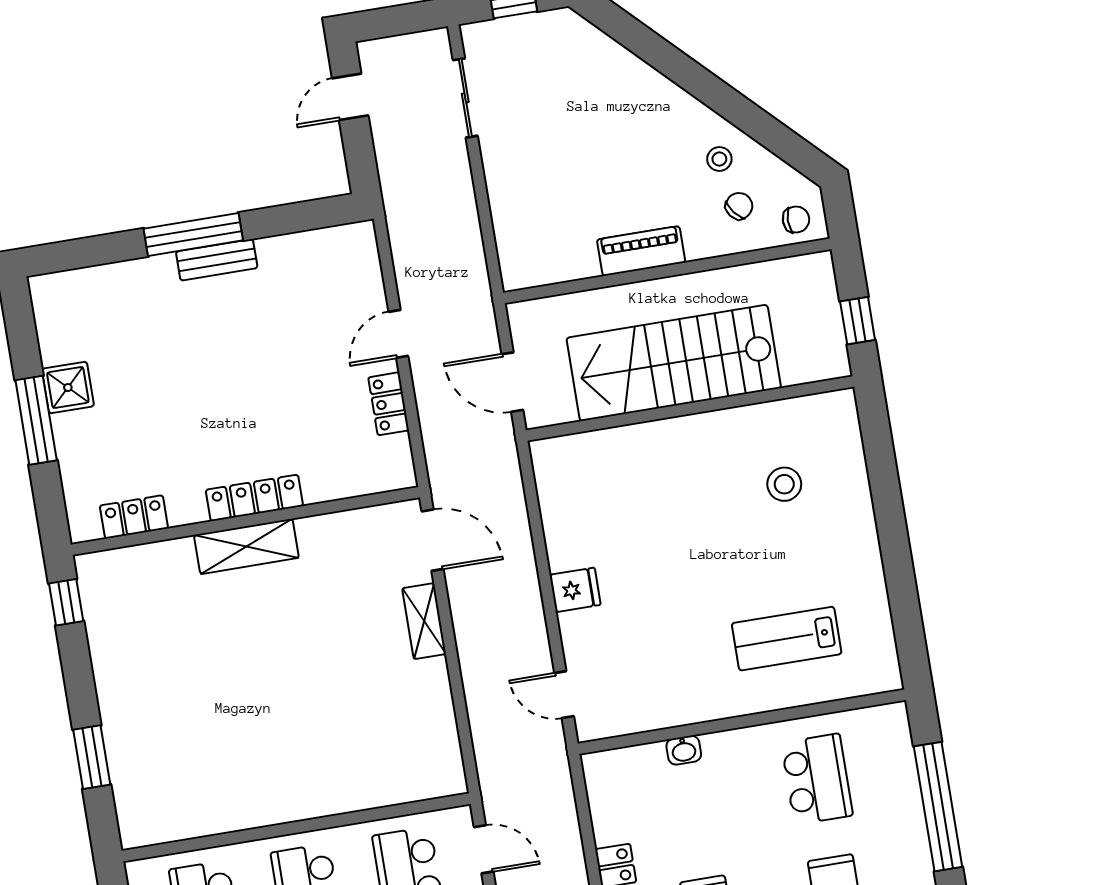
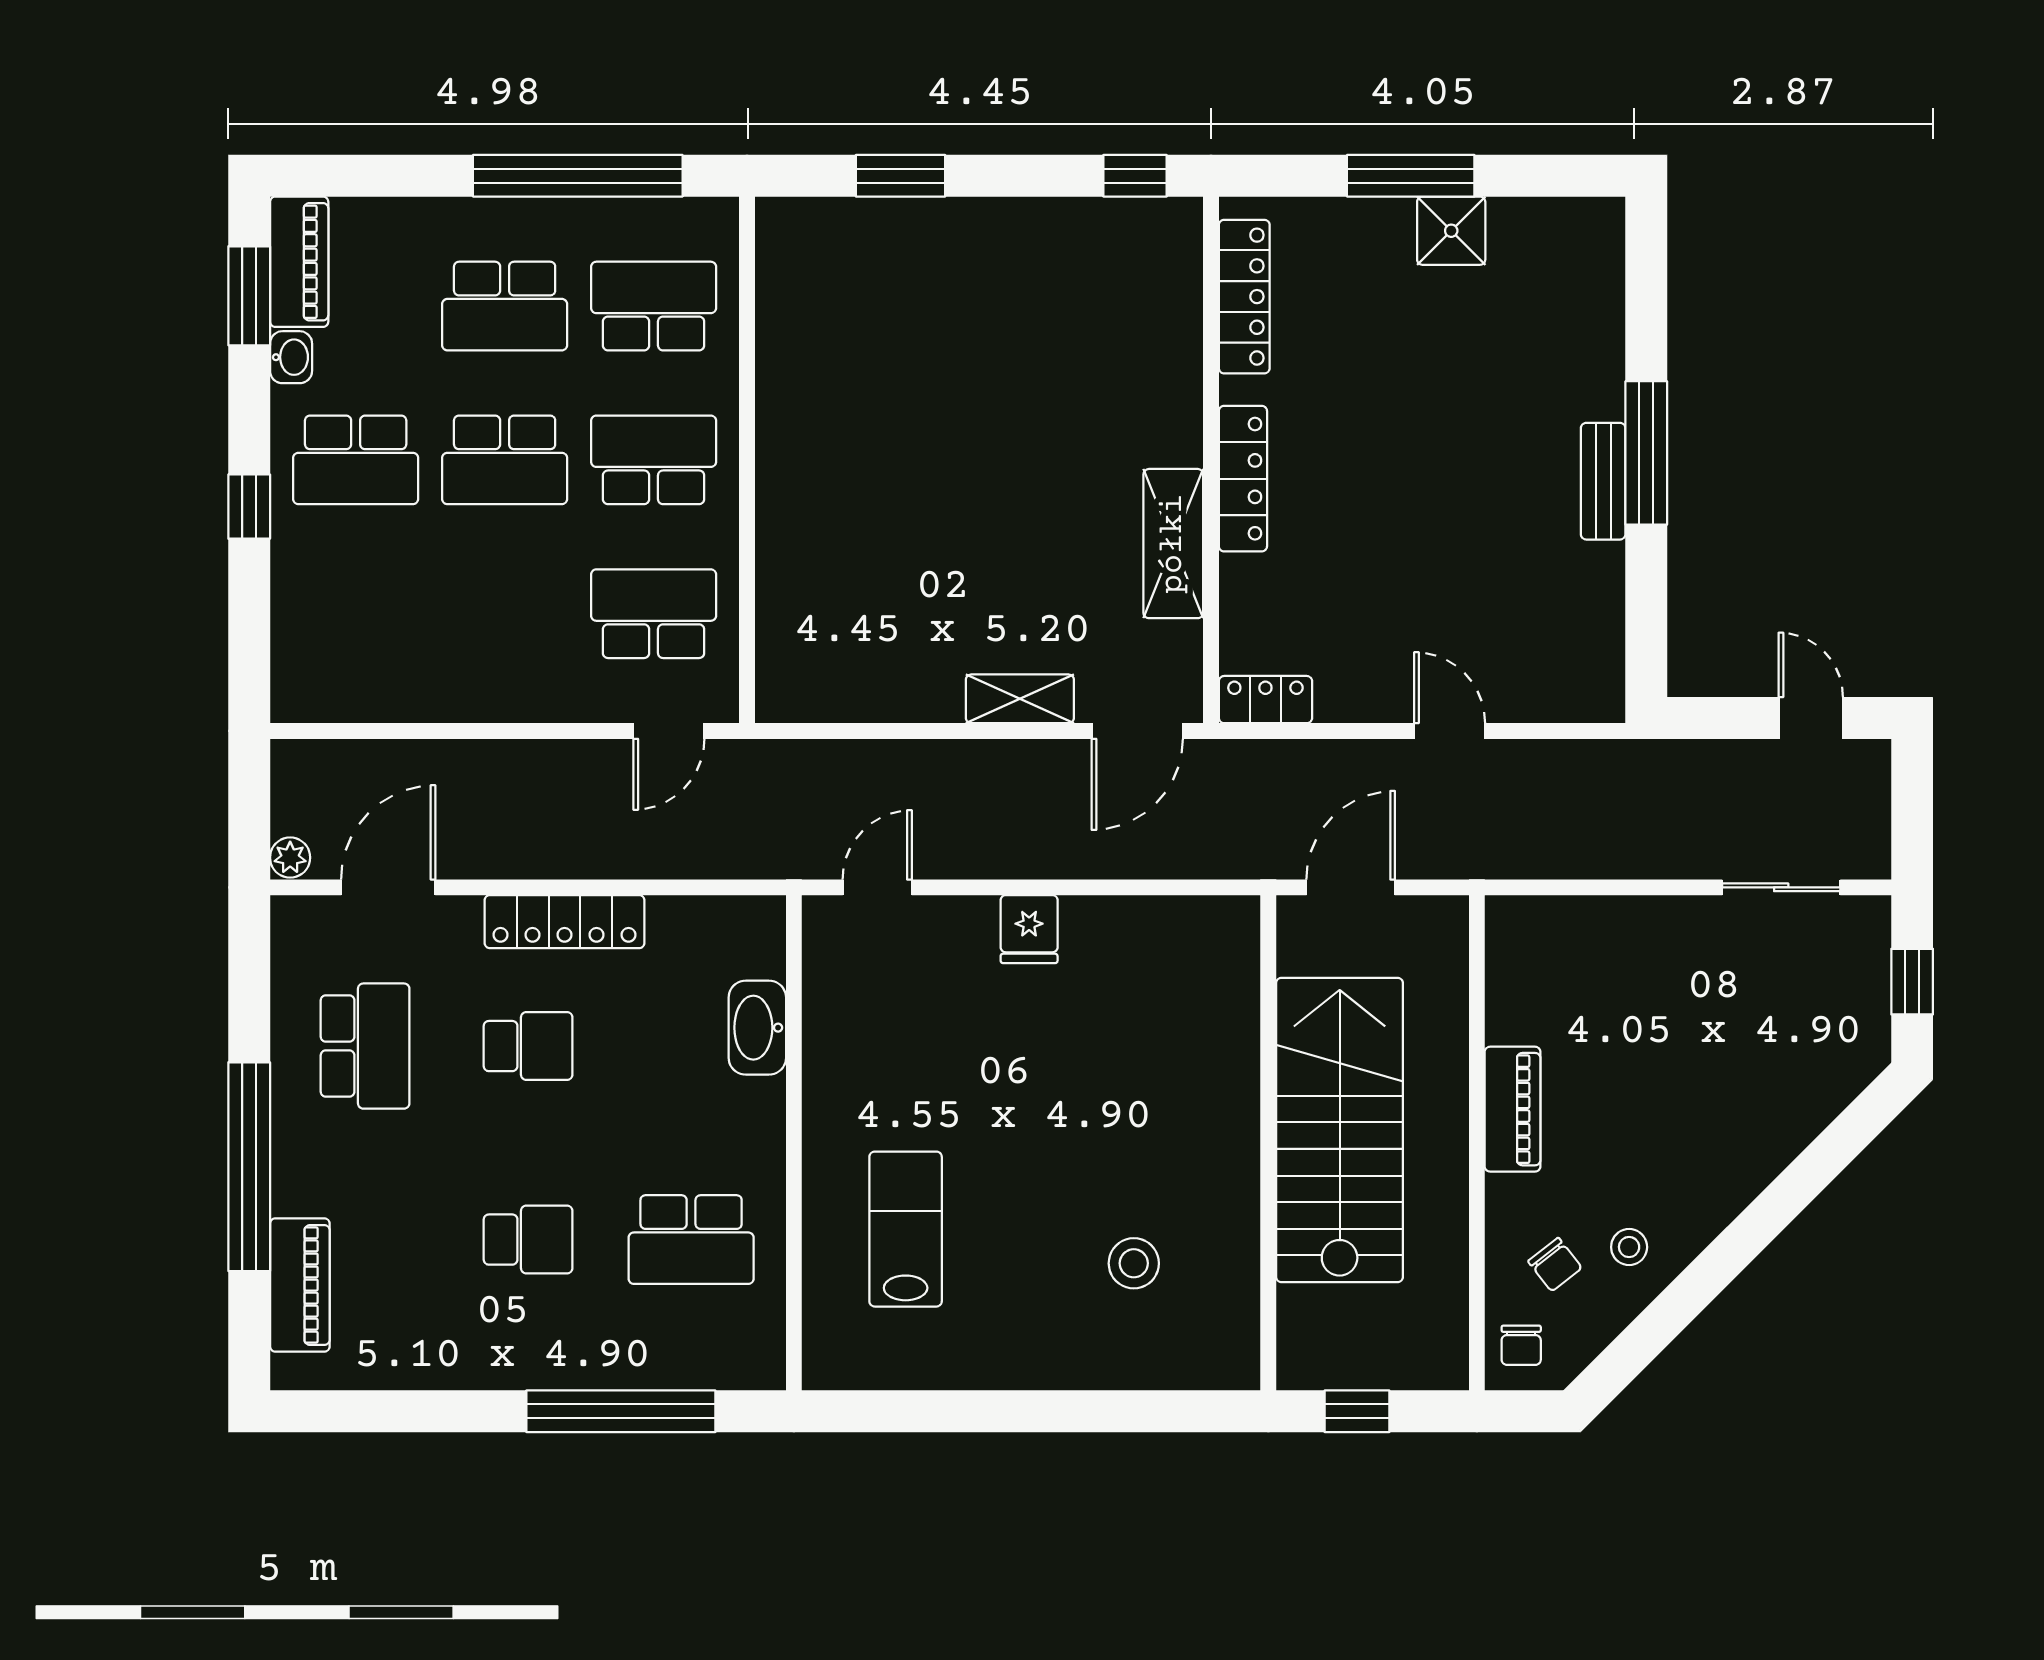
locker: (389, 404) -> (1265, 700), moved
locker: (134, 517) -> (1244, 297), width x1.53
shelving: (246, 546) -> (1173, 544), moved
washbasin: (684, 750) -> (757, 1028), width x1.91, depth x1.45

